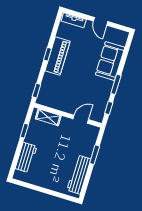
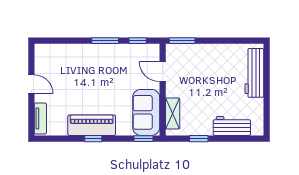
door: (101, 21) -> (31, 84), hinge flipped
sofa: (110, 61) -> (146, 112), moved, turned 90
window: (95, 155) -> (182, 41), moved
workbench: (79, 175) -> (254, 73), moved, turned 90

